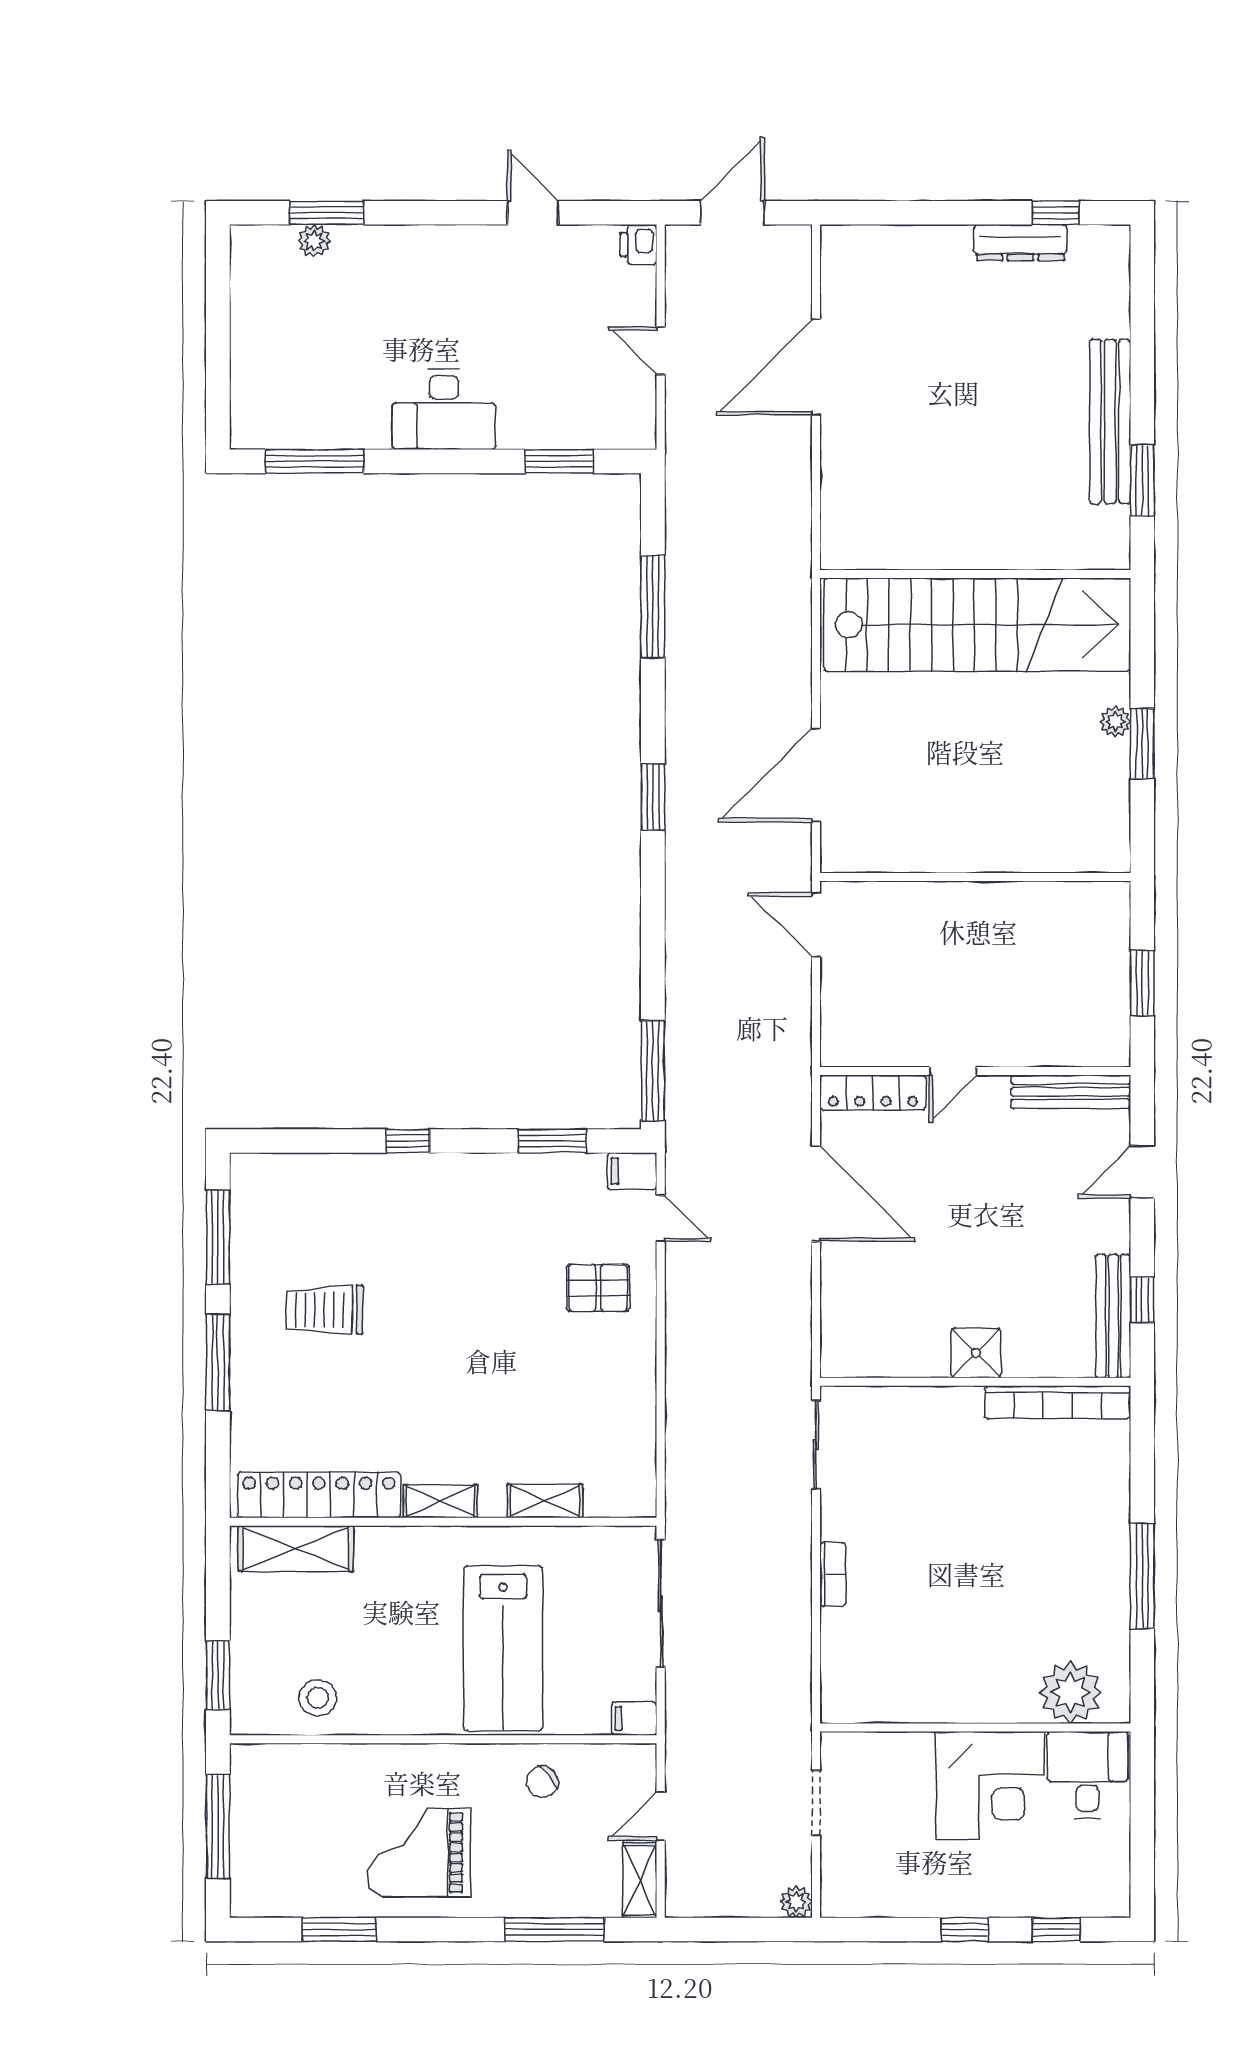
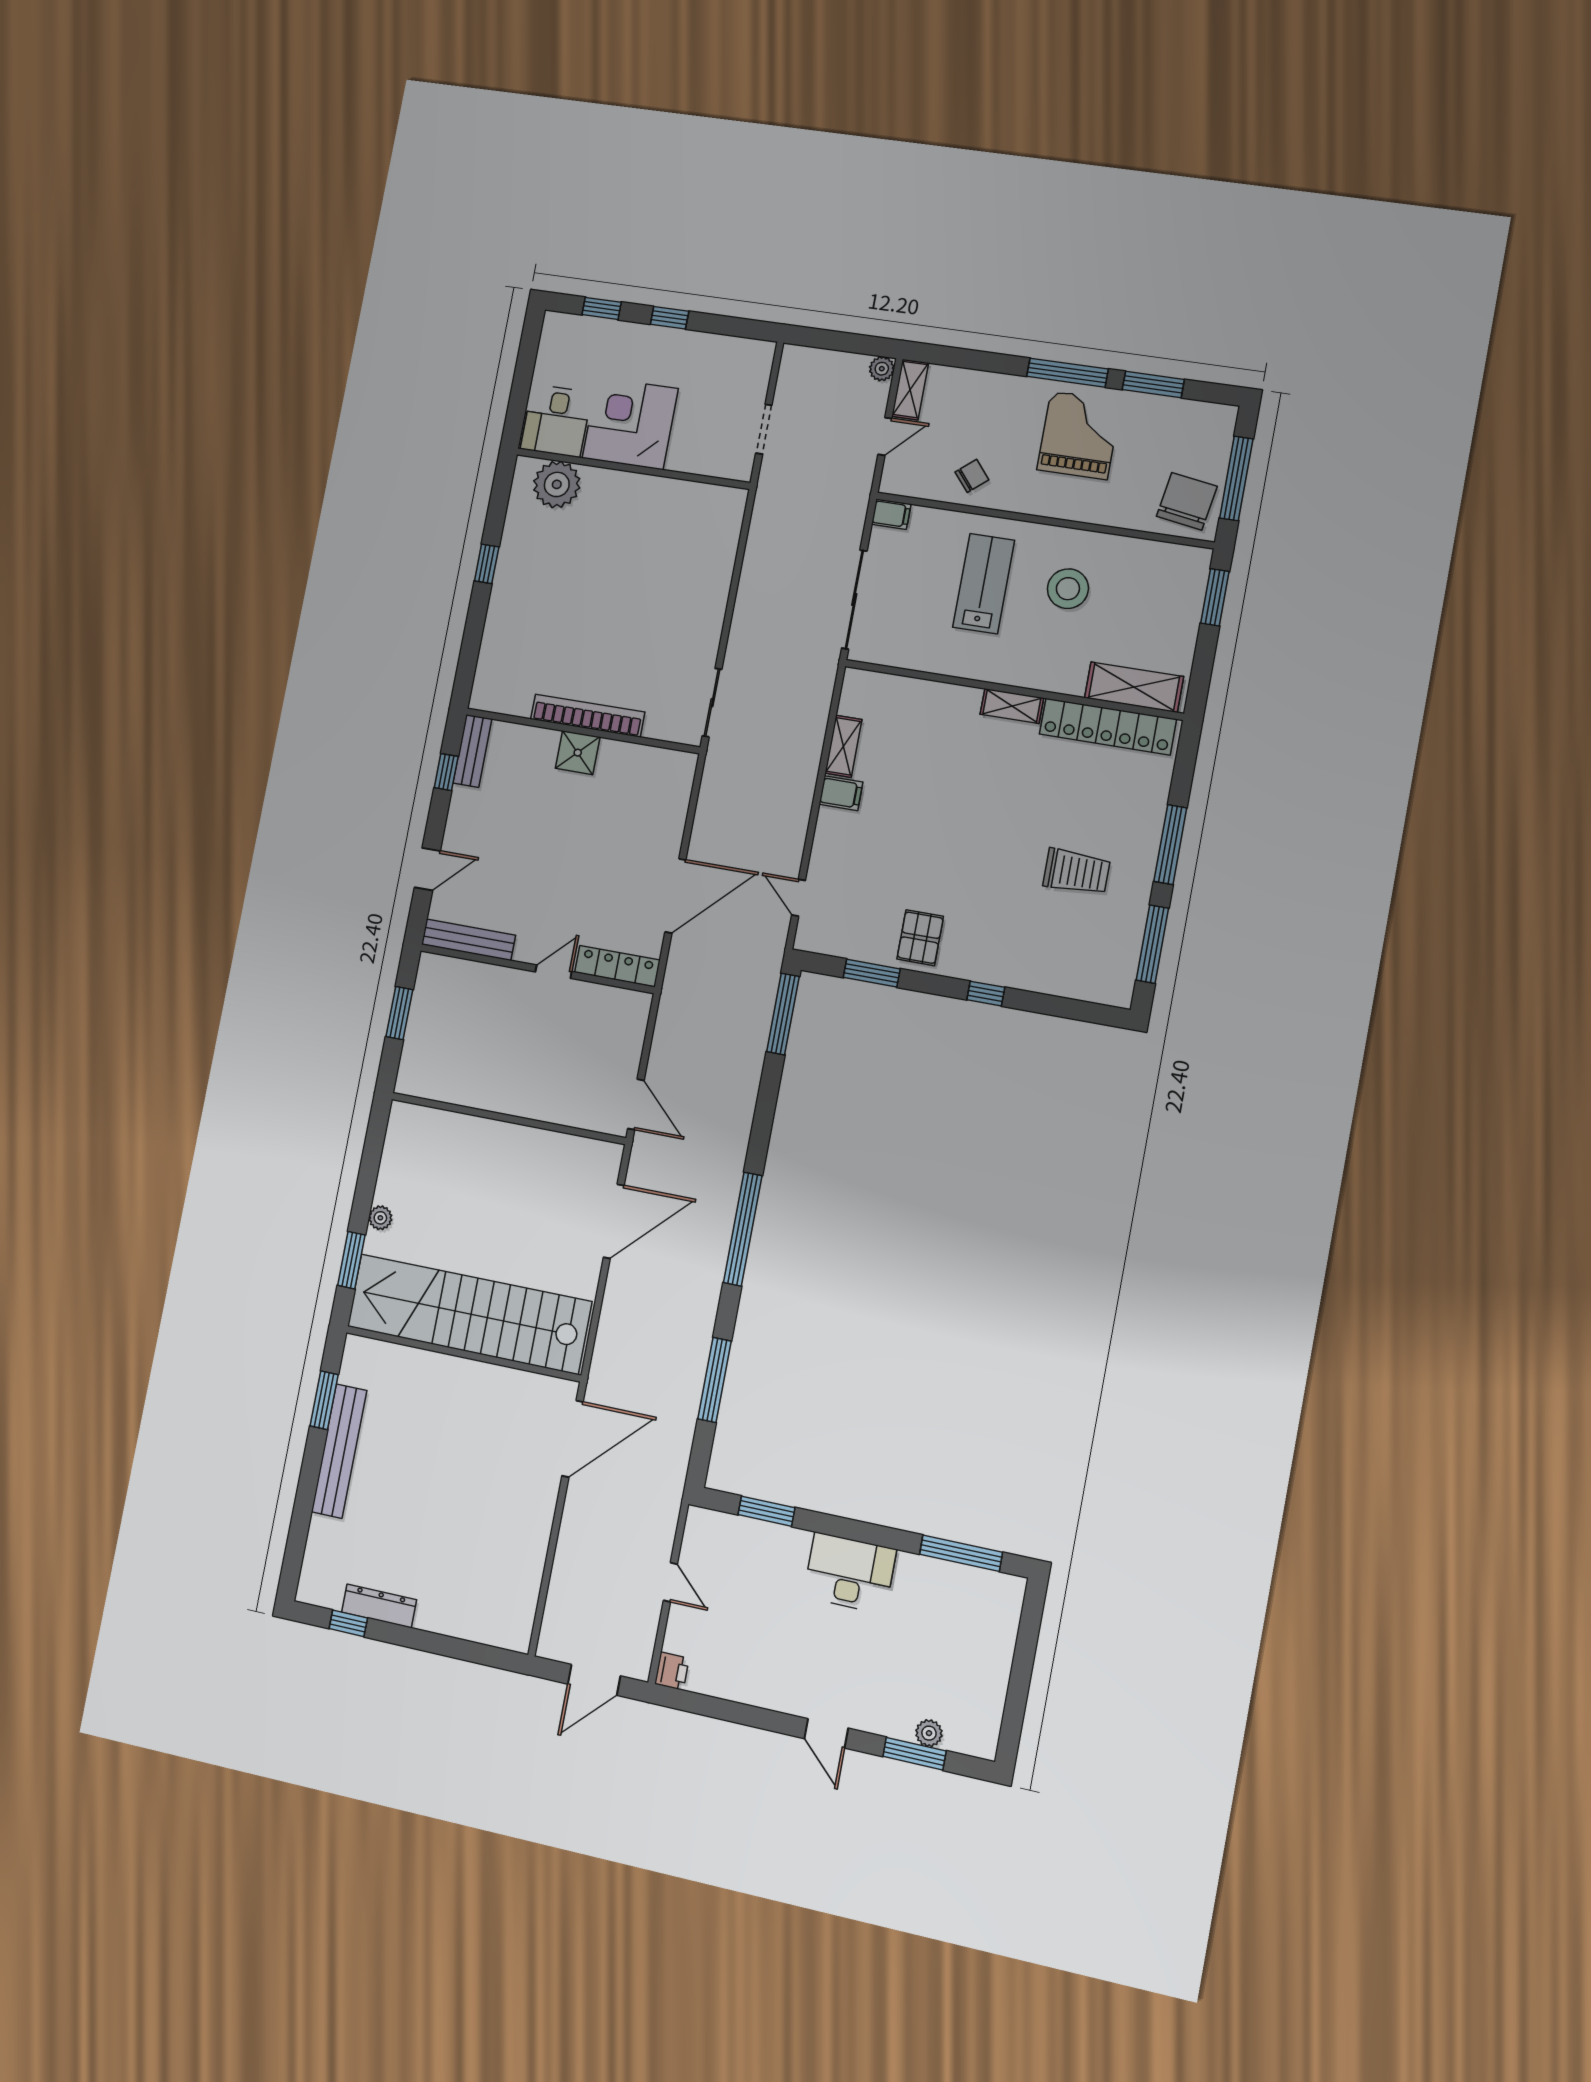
door: (533, 213) -> (826, 1733), moved
door: (816, 367) -> (573, 1439), moved
window: (1142, 744) -> (351, 1260), moved
window: (653, 797) -> (743, 1229), width x2.11
filing cabinet: (632, 1171) -> (841, 793), moved
door: (816, 1194) -> (675, 896), swing flipped
pallet: (598, 1288) -> (920, 938), moved, turned 90
bench: (1113, 1316) -> (472, 751), width x0.73
bookcase: (1058, 1402) -> (588, 716), moved
shelving: (545, 1501) -> (843, 746), moved, turned 90
bookcase: (833, 1574) -> (718, 601), removed
window: (1142, 1576) -> (487, 564), width x0.46
lab bench: (503, 1648) -> (984, 584), width x0.73, depth x0.72
stool: (318, 1698) -> (1068, 589), moved, width x1.38, depth x1.38
chair: (273, 1789) -> (1187, 501), added
grand piano: (419, 1853) -> (1079, 435), turned -90
plant: (796, 1902) -> (882, 369), moved
window: (554, 1929) -> (1067, 373), moved

